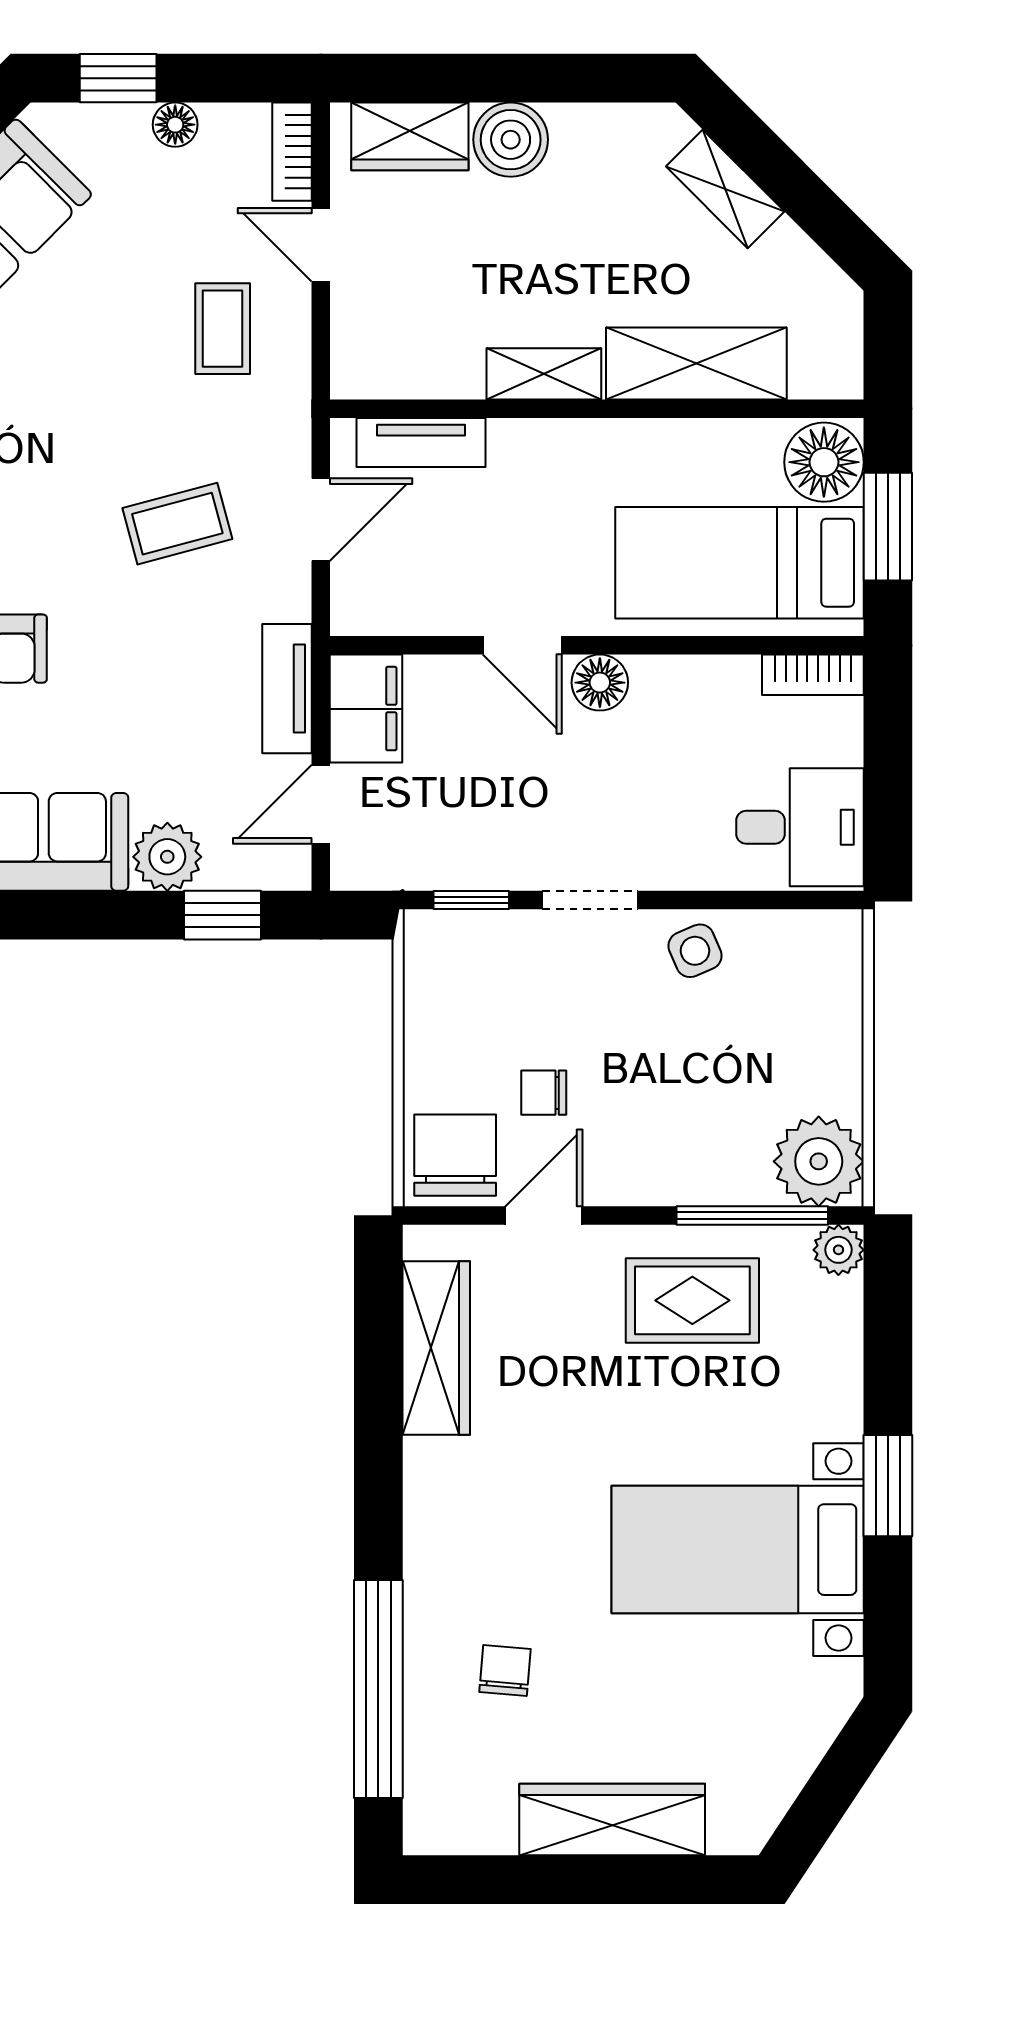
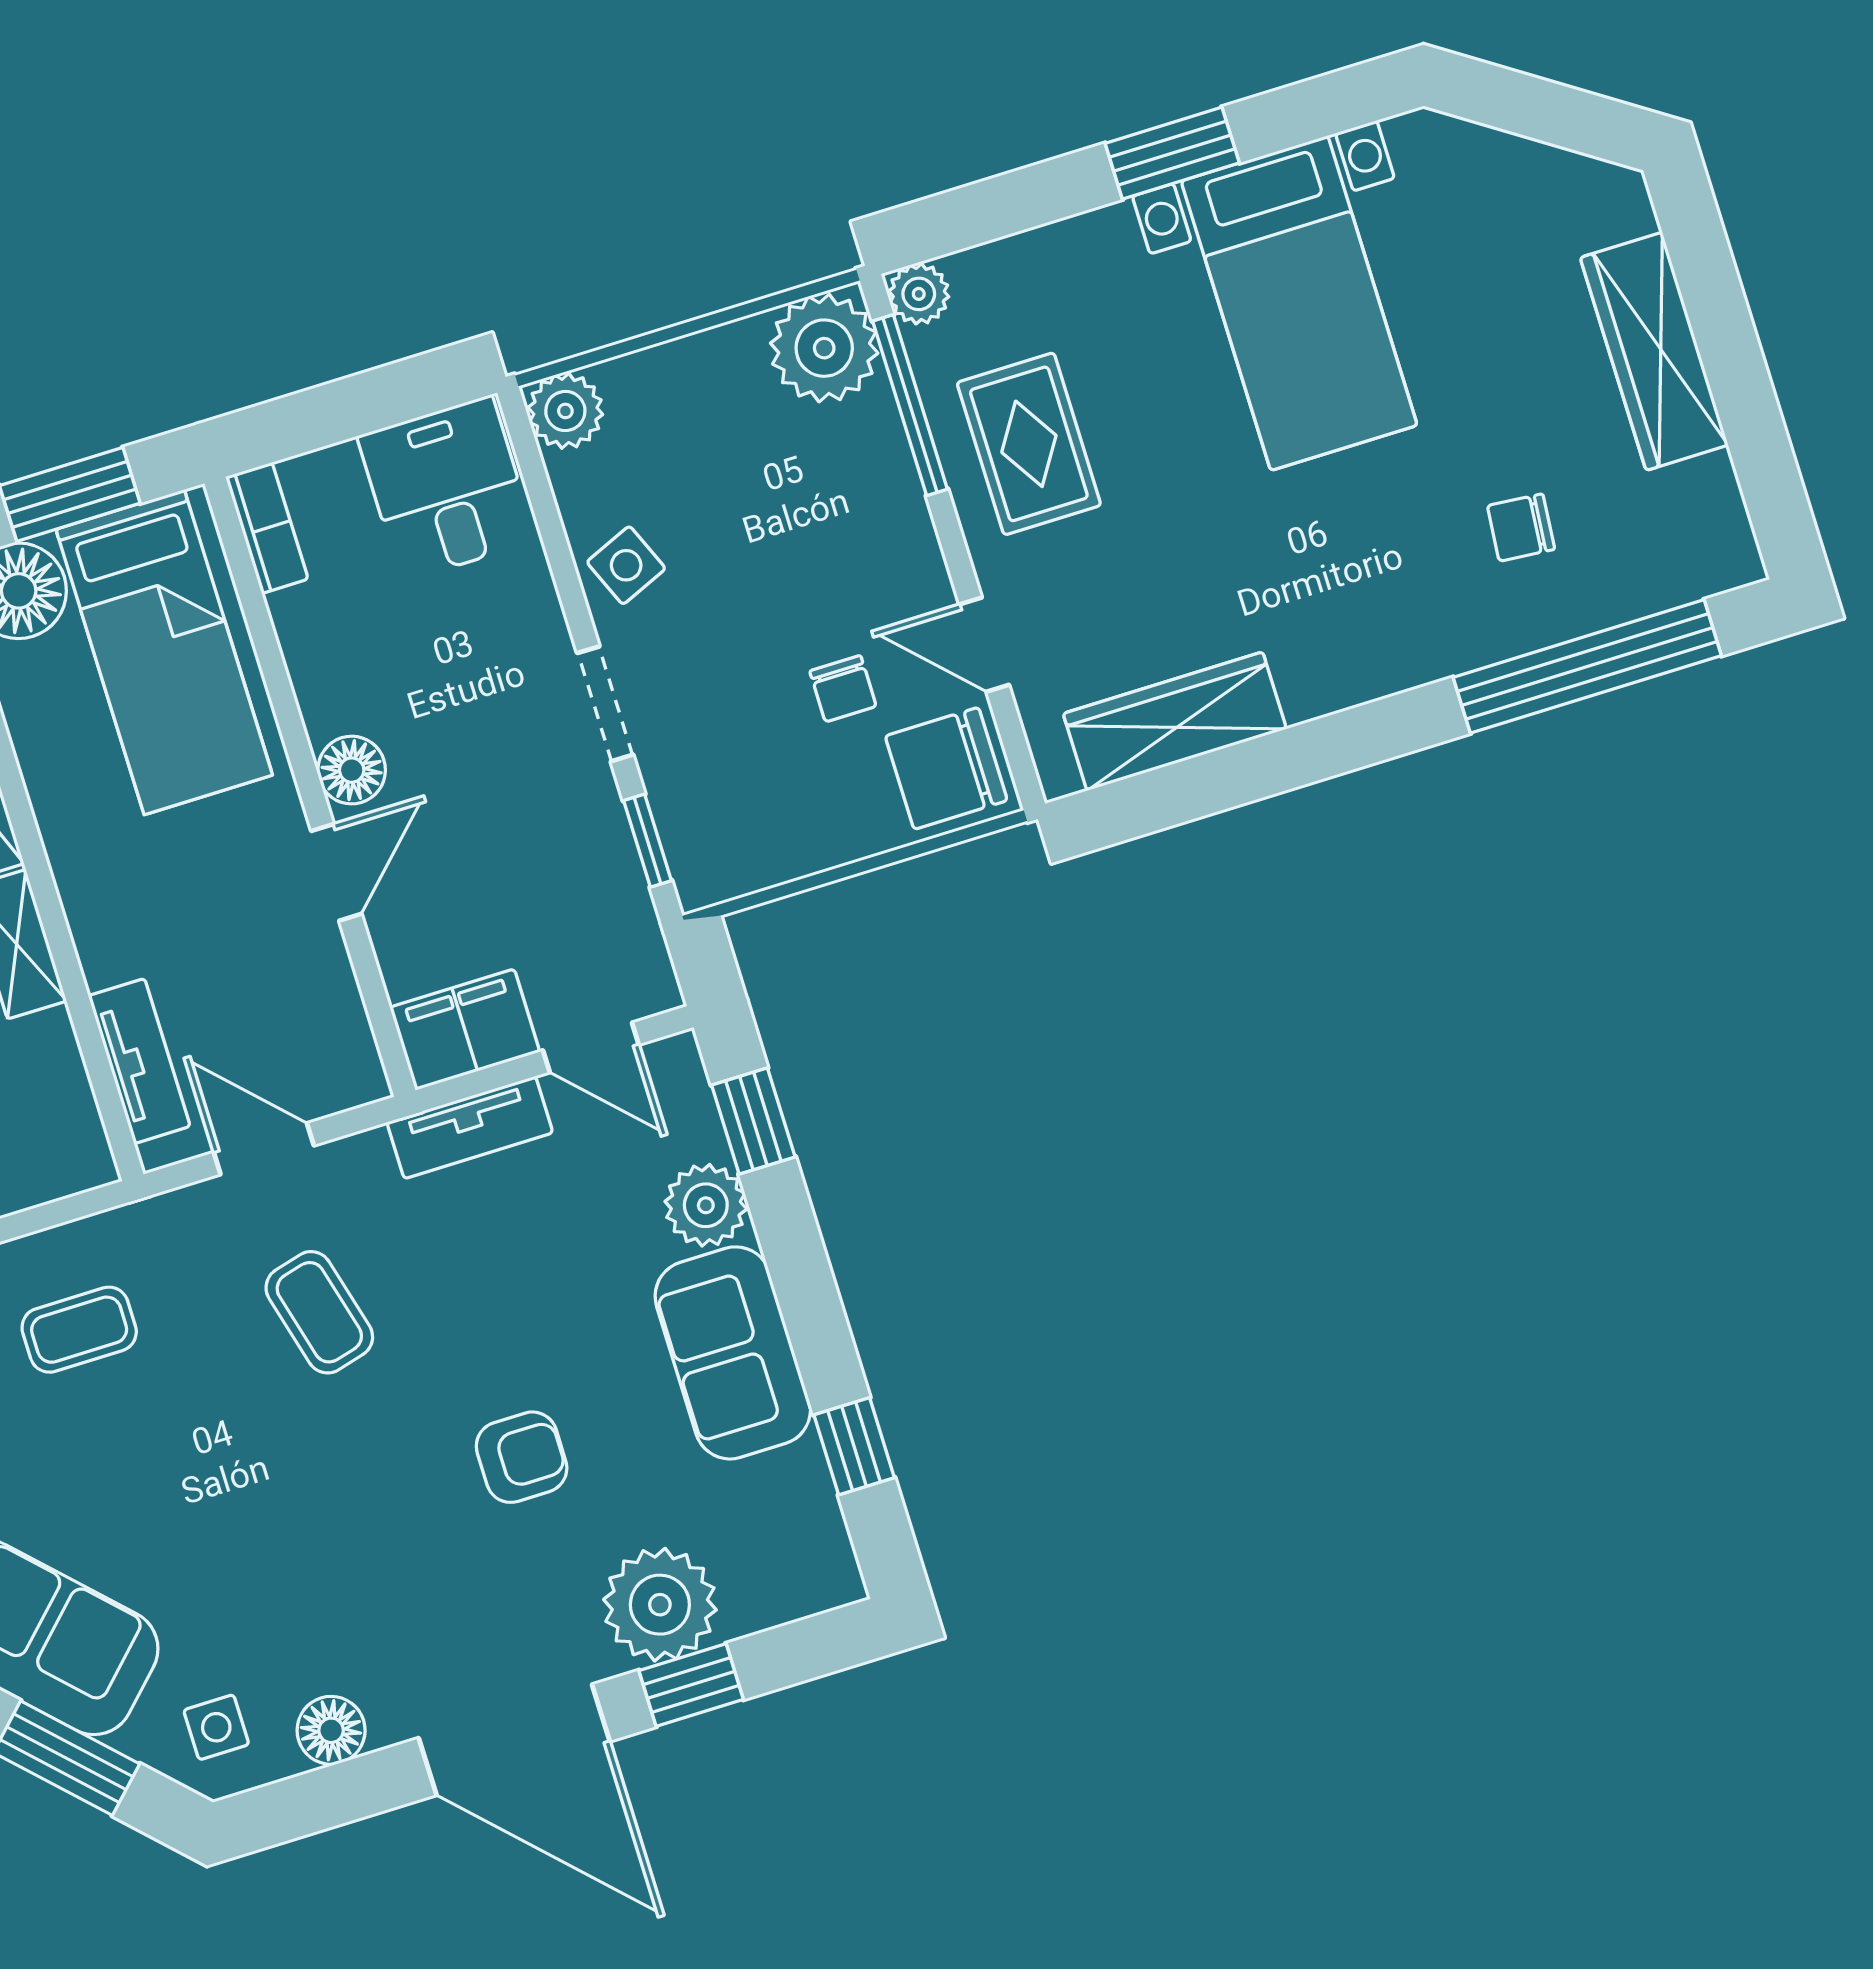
plant: (832, 940) -> (565, 411), added

